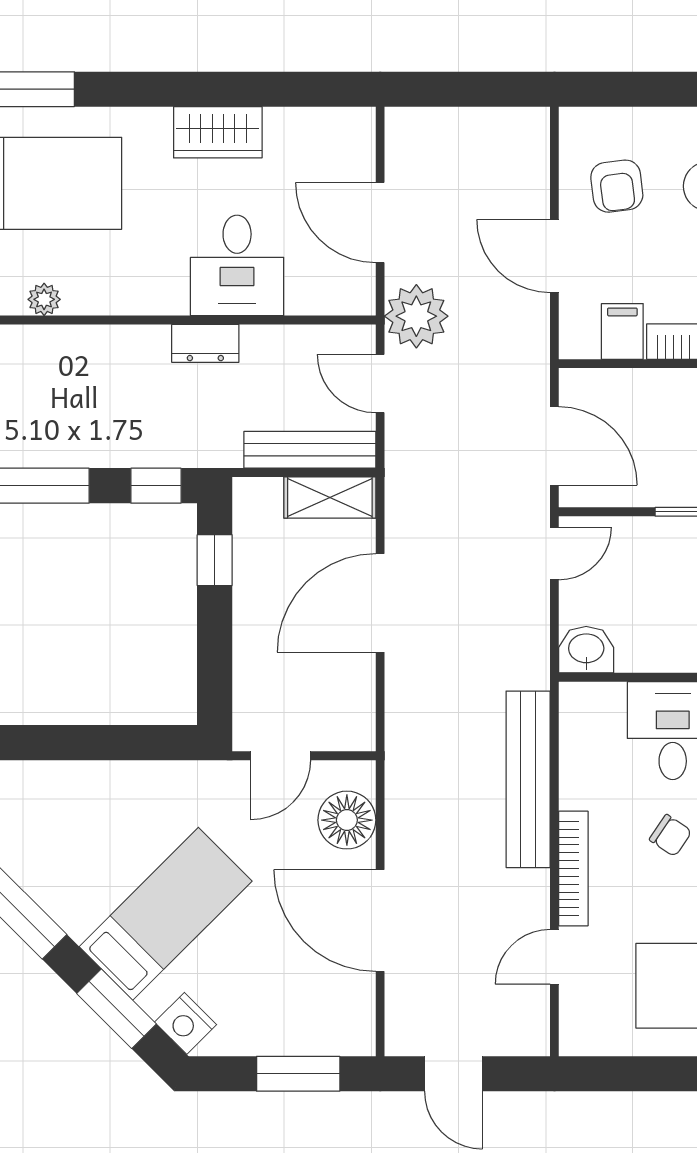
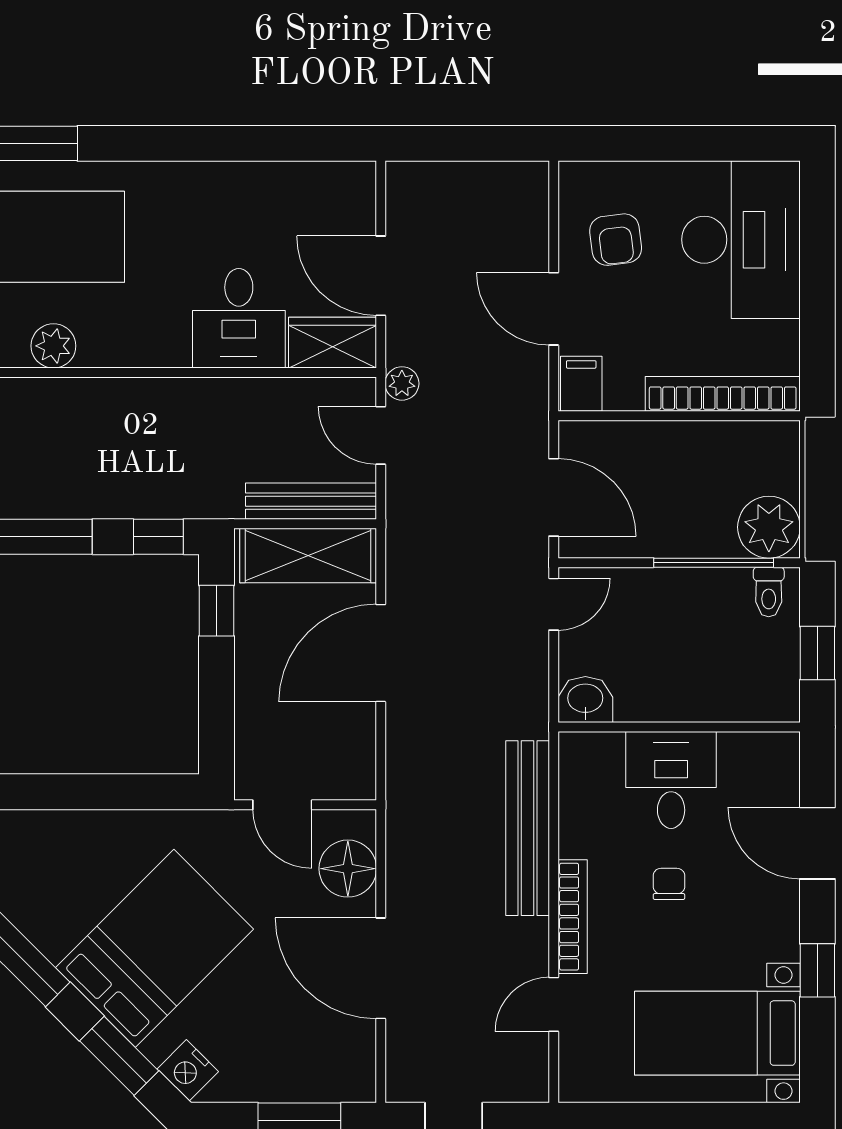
wardrobe: (218, 132) -> (333, 343), moved, turned 180
plant: (44, 299) -> (53, 346), width x1.38, depth x1.38
plant: (416, 316) -> (402, 383), width x0.53, depth x0.53
filing cabinet: (622, 331) -> (581, 384), moved
dresser: (205, 343) -> (207, 396), removed
shelving: (330, 498) -> (308, 555), width x1.50, depth x1.33
door: (281, 756) -> (282, 805), hinge flipped
chair: (671, 836) -> (669, 884), turned -124
bed: (166, 914) -> (155, 948), width x1.50

